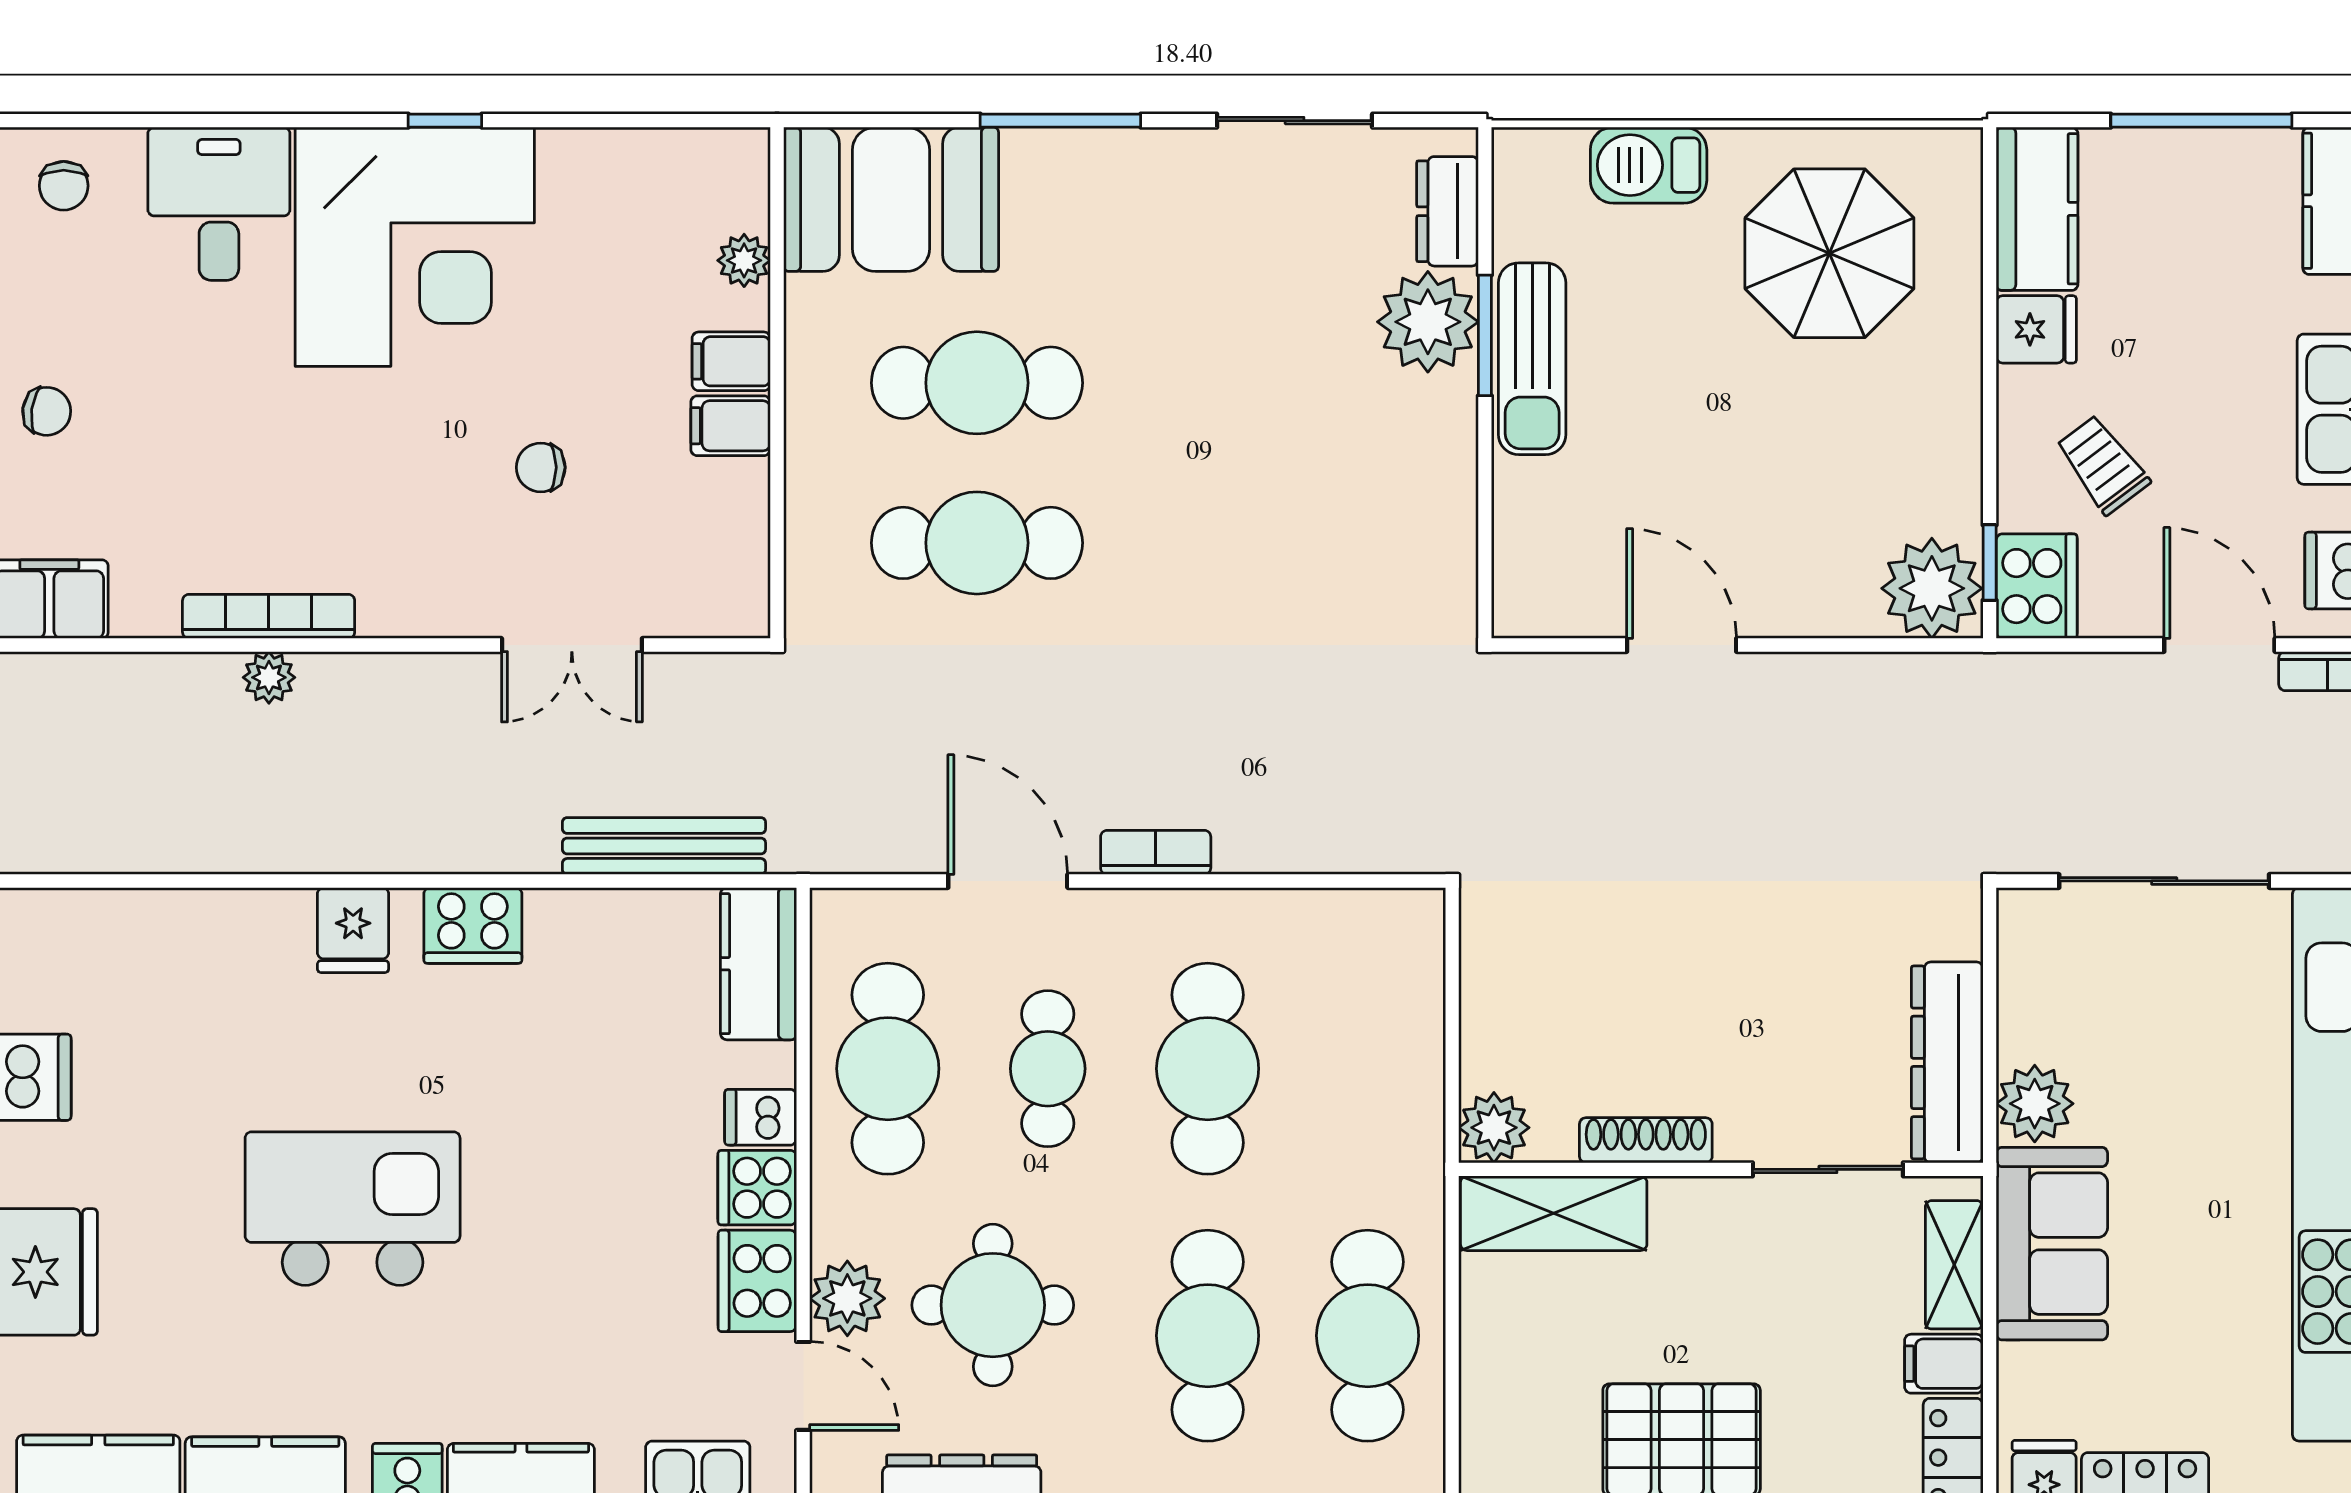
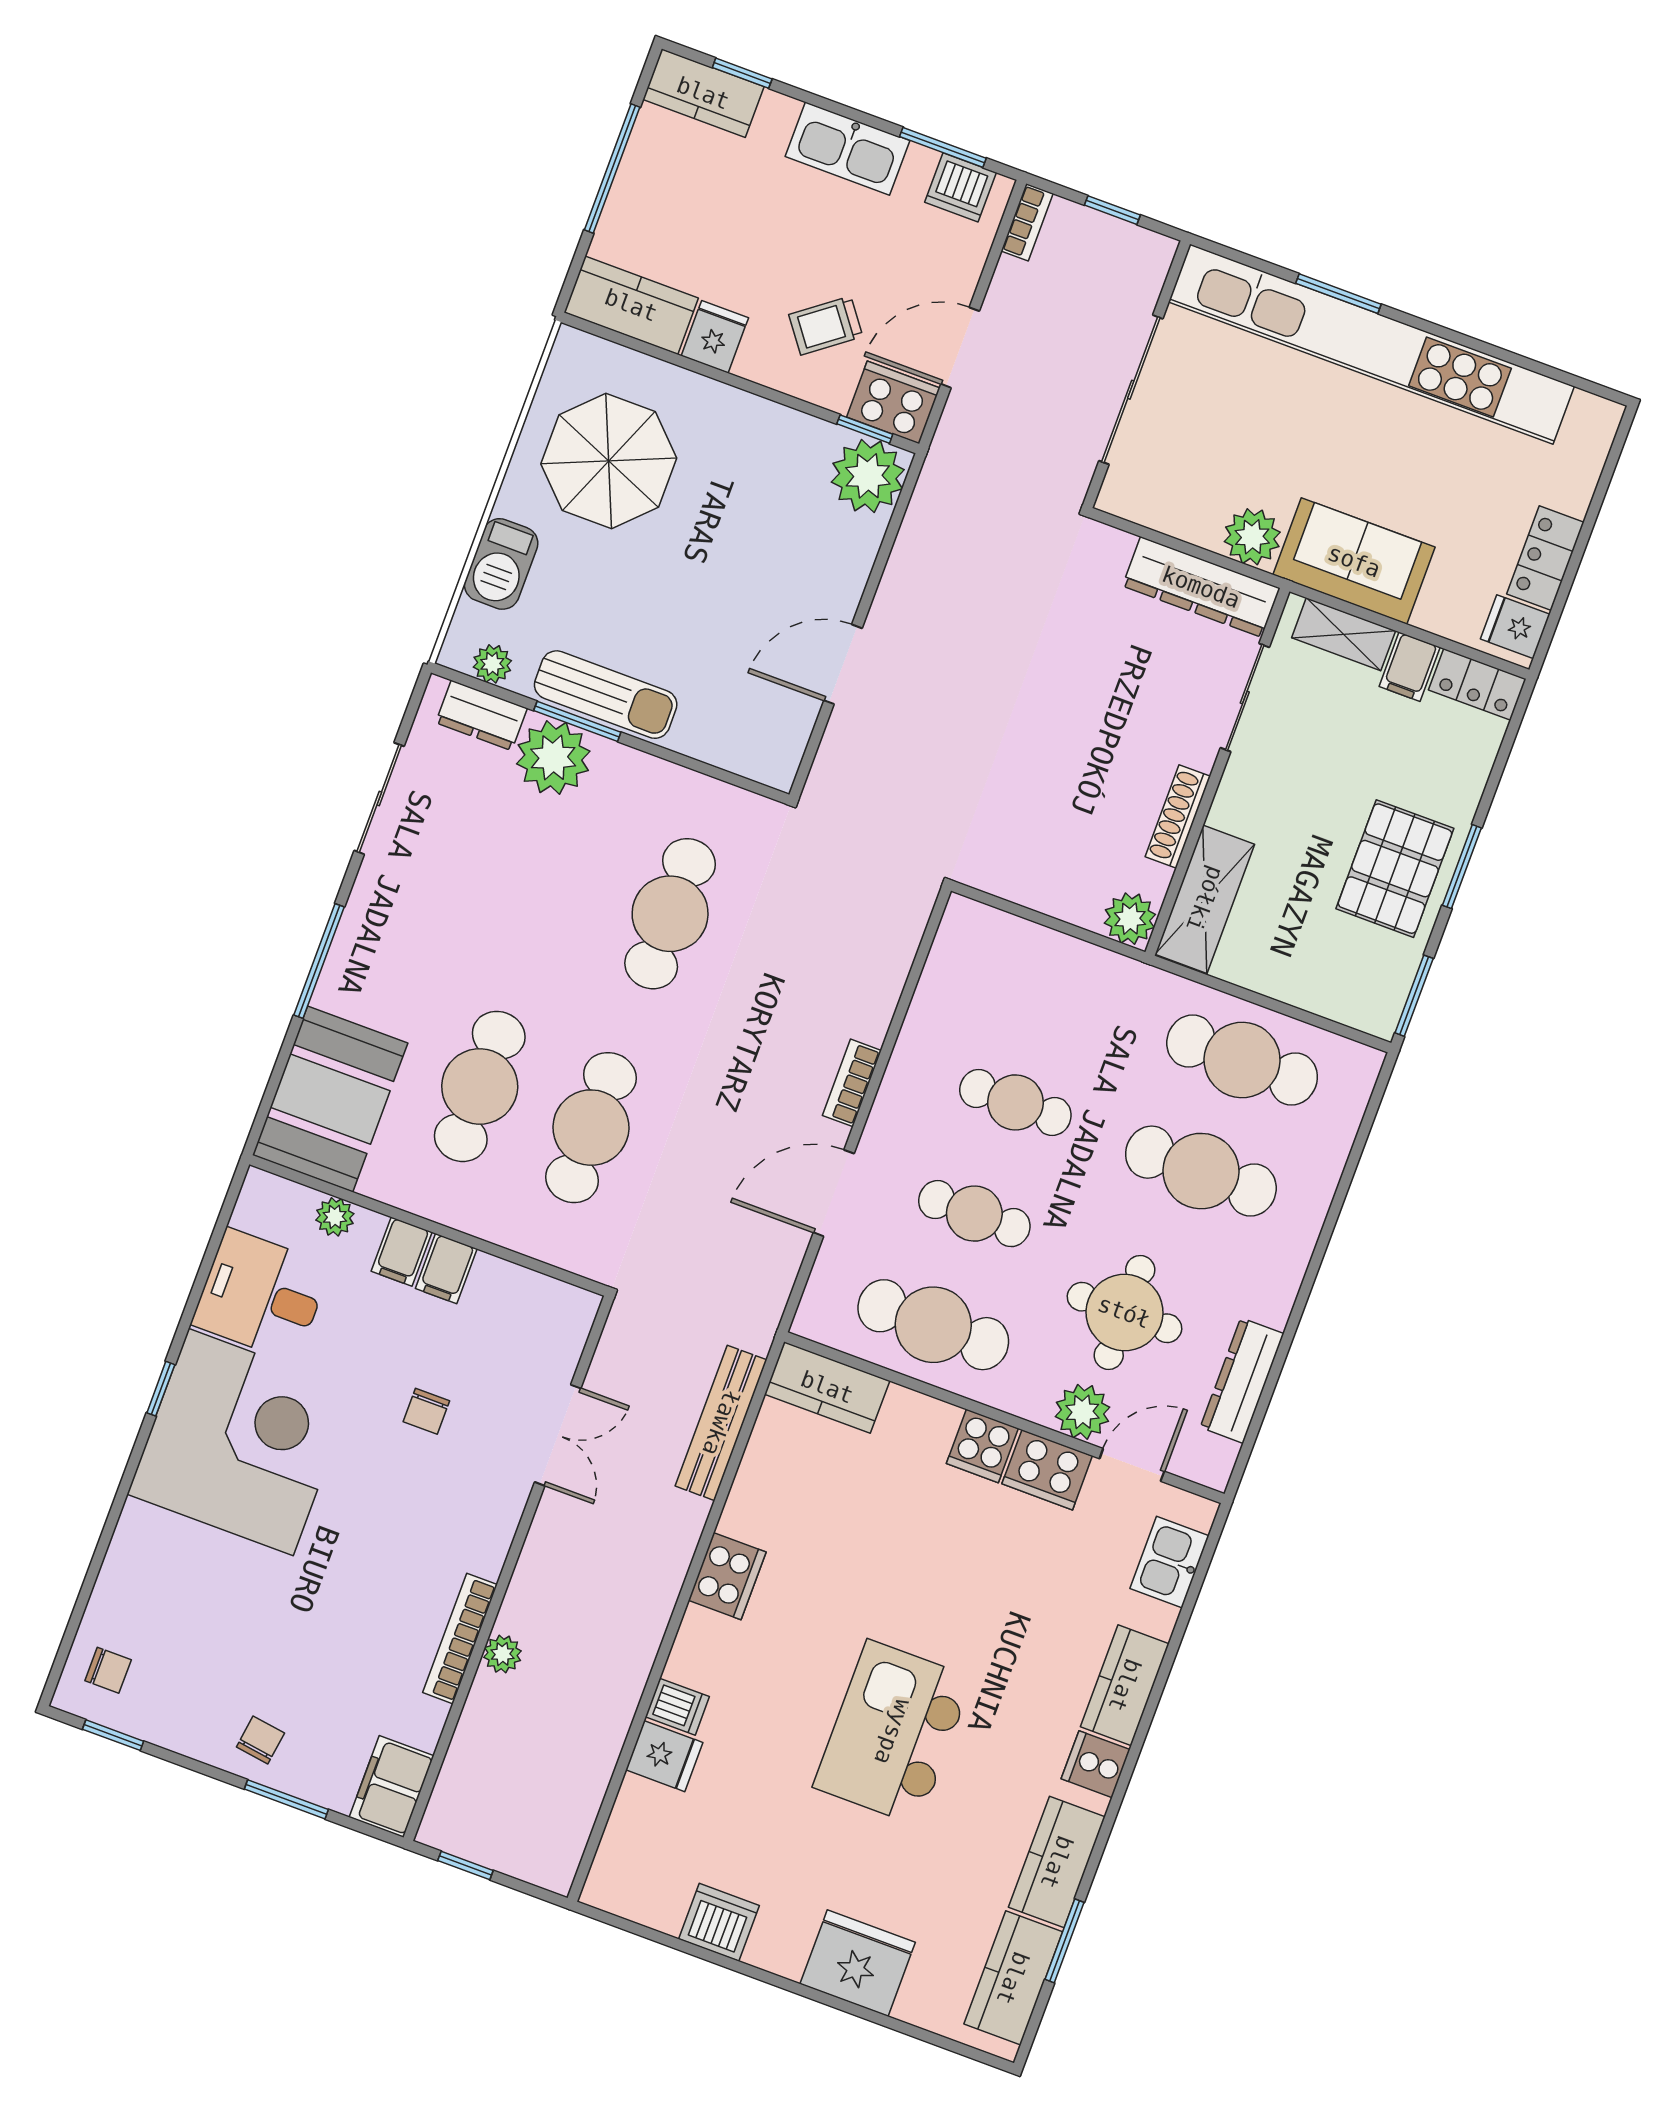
plant: (1518, 201) -> (492, 664), added
desk: (219, 204) -> (261, 1295), moved
cafe table: (1285, 543) -> (670, 914), added
door: (2219, 645) -> (960, 348), moved
fridge: (353, 930) -> (664, 1756), moved
cafe table: (1208, 1069) -> (1015, 1102), width x0.73, depth x0.74
dishwasher: (761, 1117) -> (677, 1707), moved, turned -90

